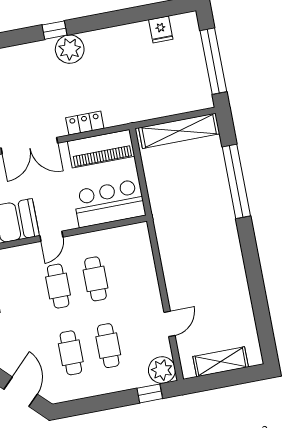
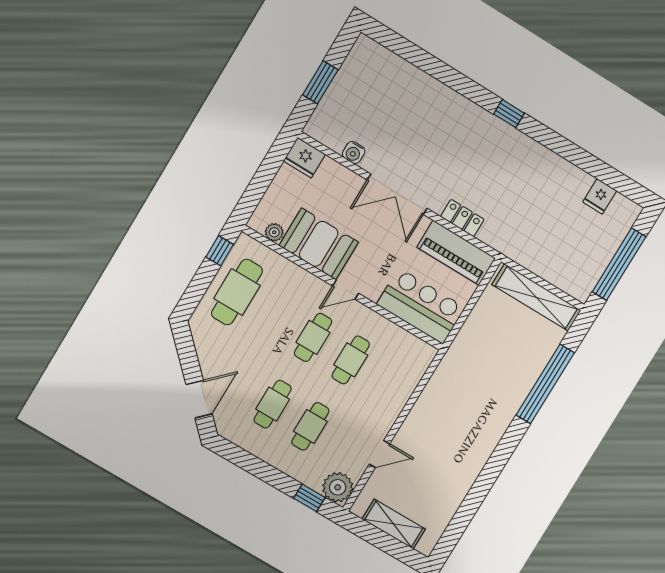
plant: (70, 49) -> (507, 142), removed

